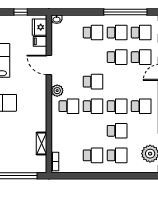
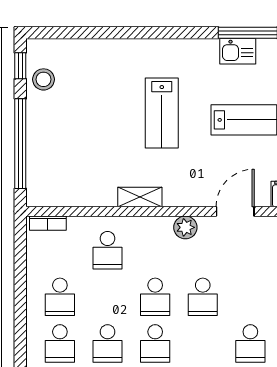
school desk: (69, 106) -> (108, 250), moved
shelving: (42, 144) -> (140, 197), moved

